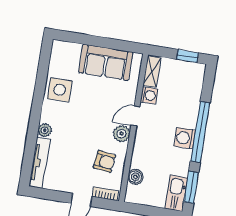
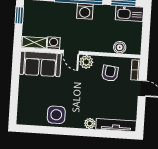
sofa: (106, 62) -> (40, 64), moved, turned 90

